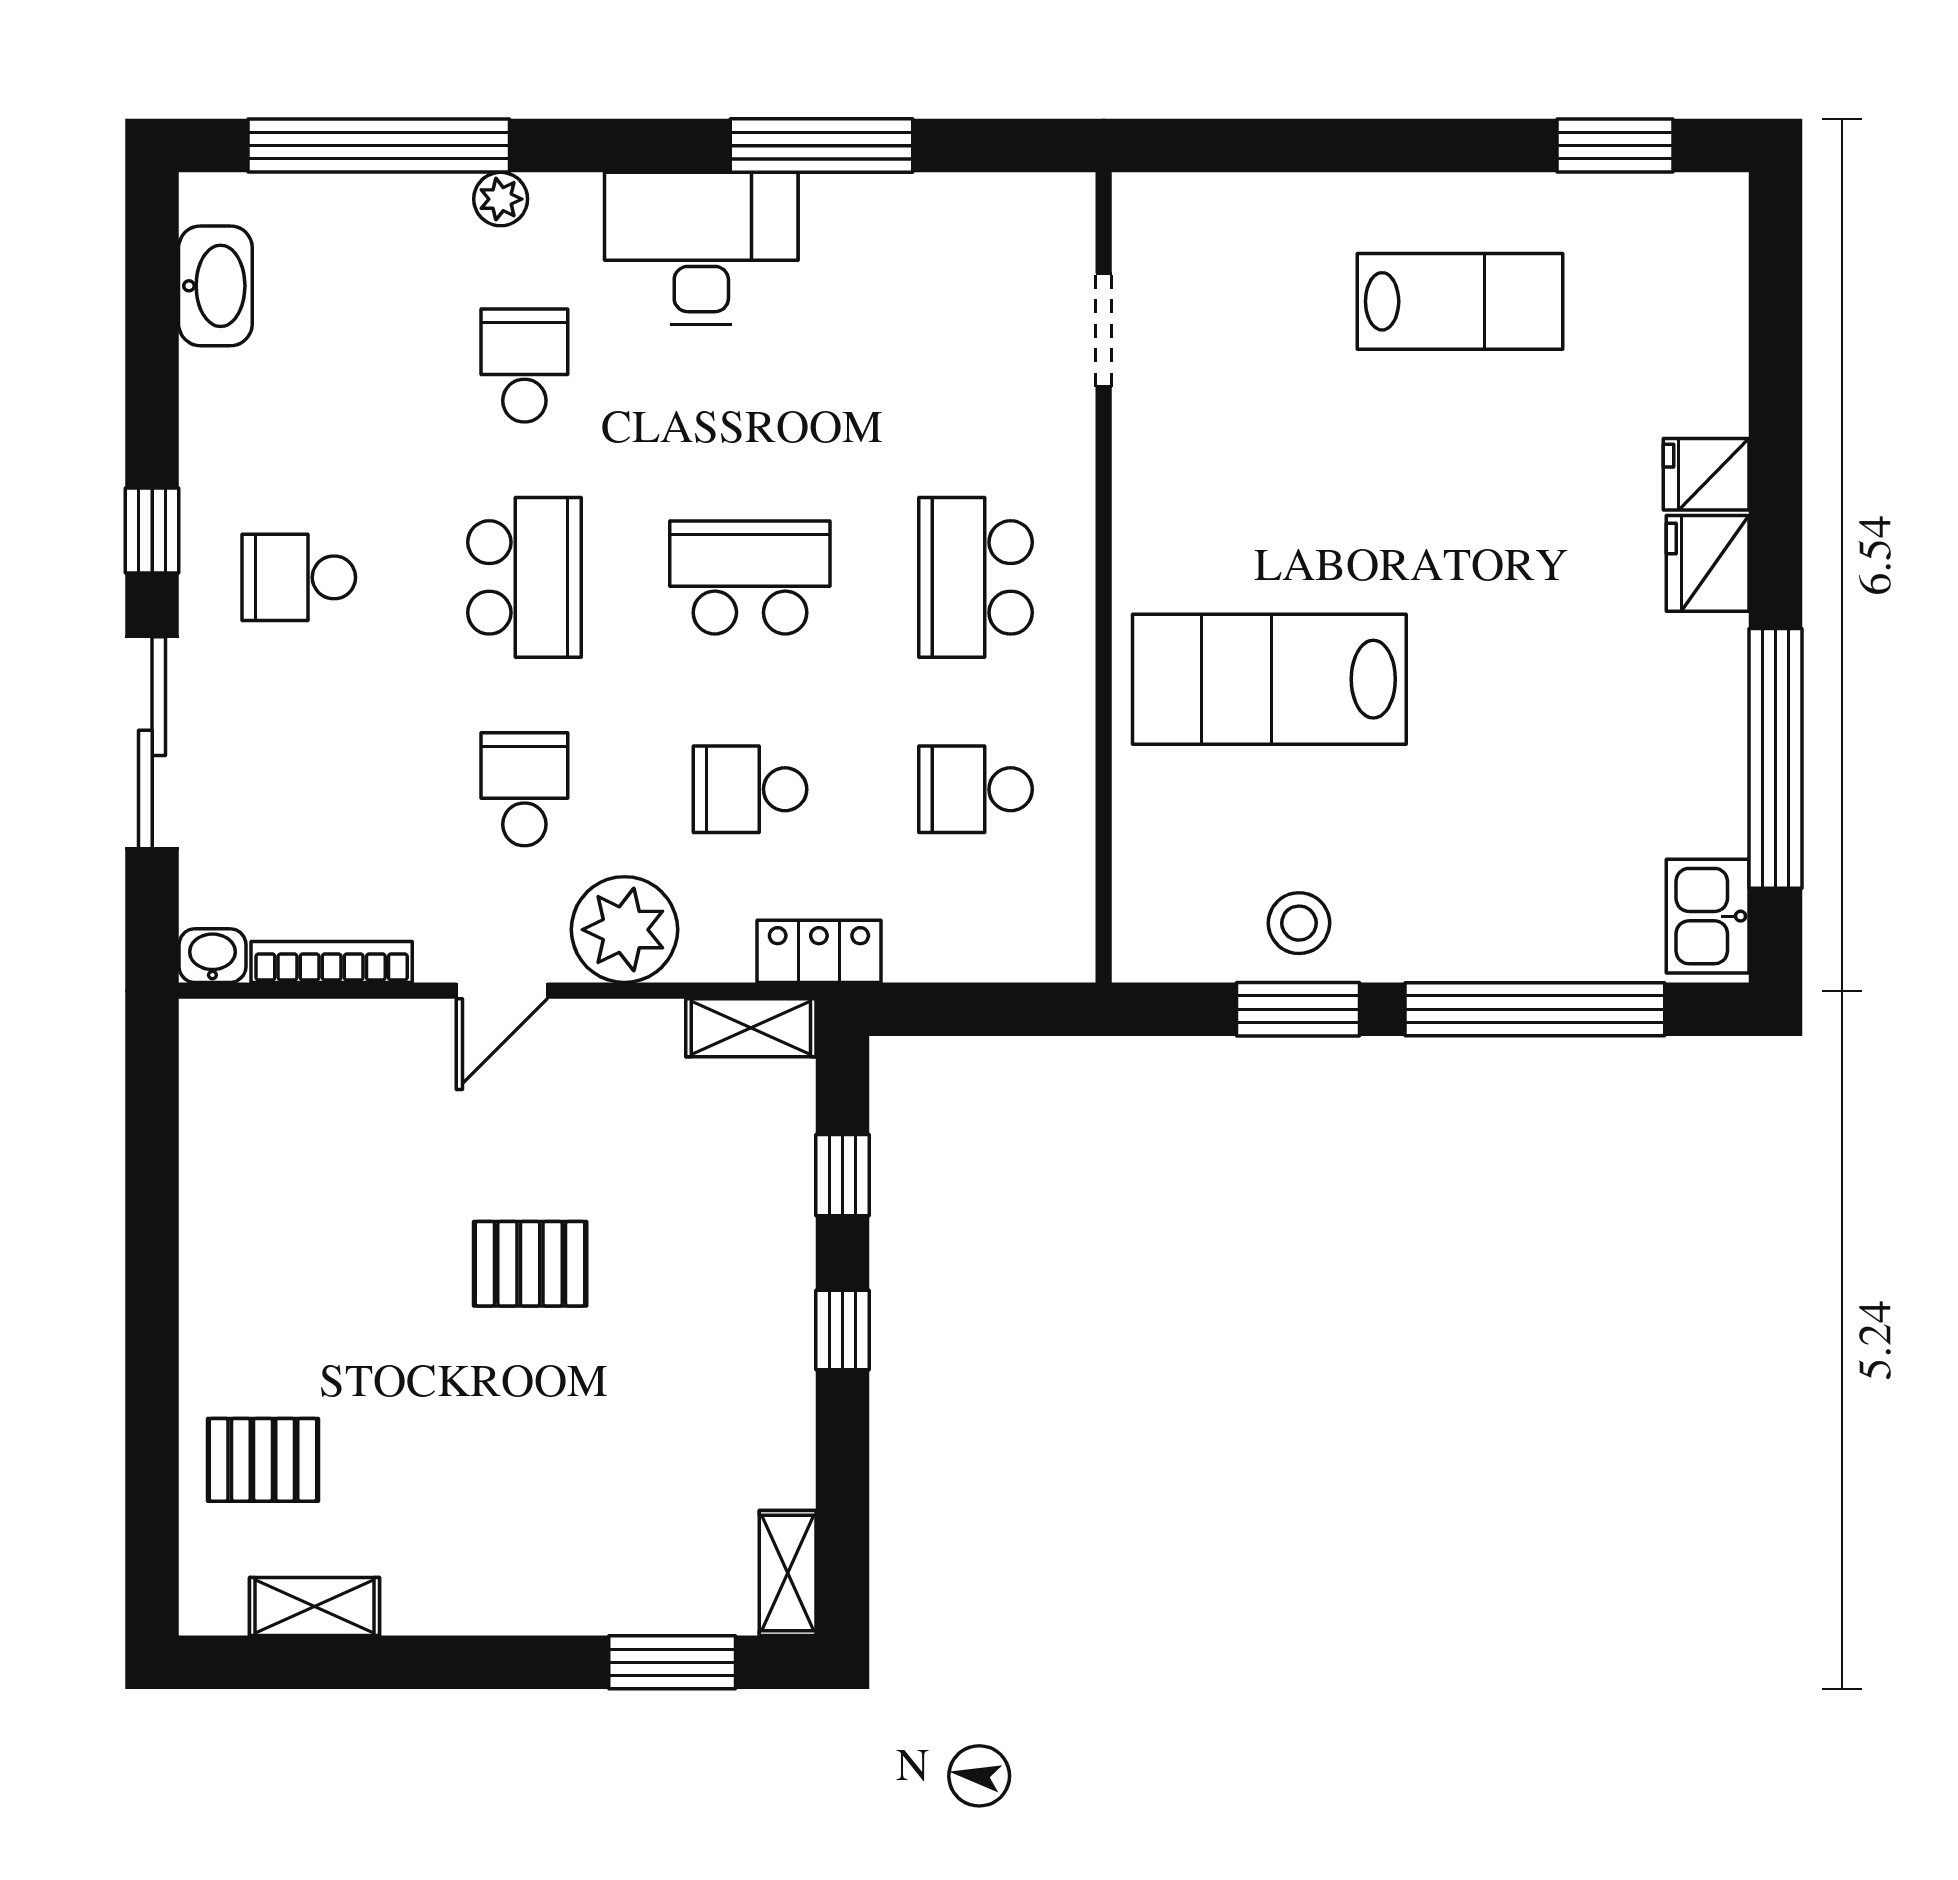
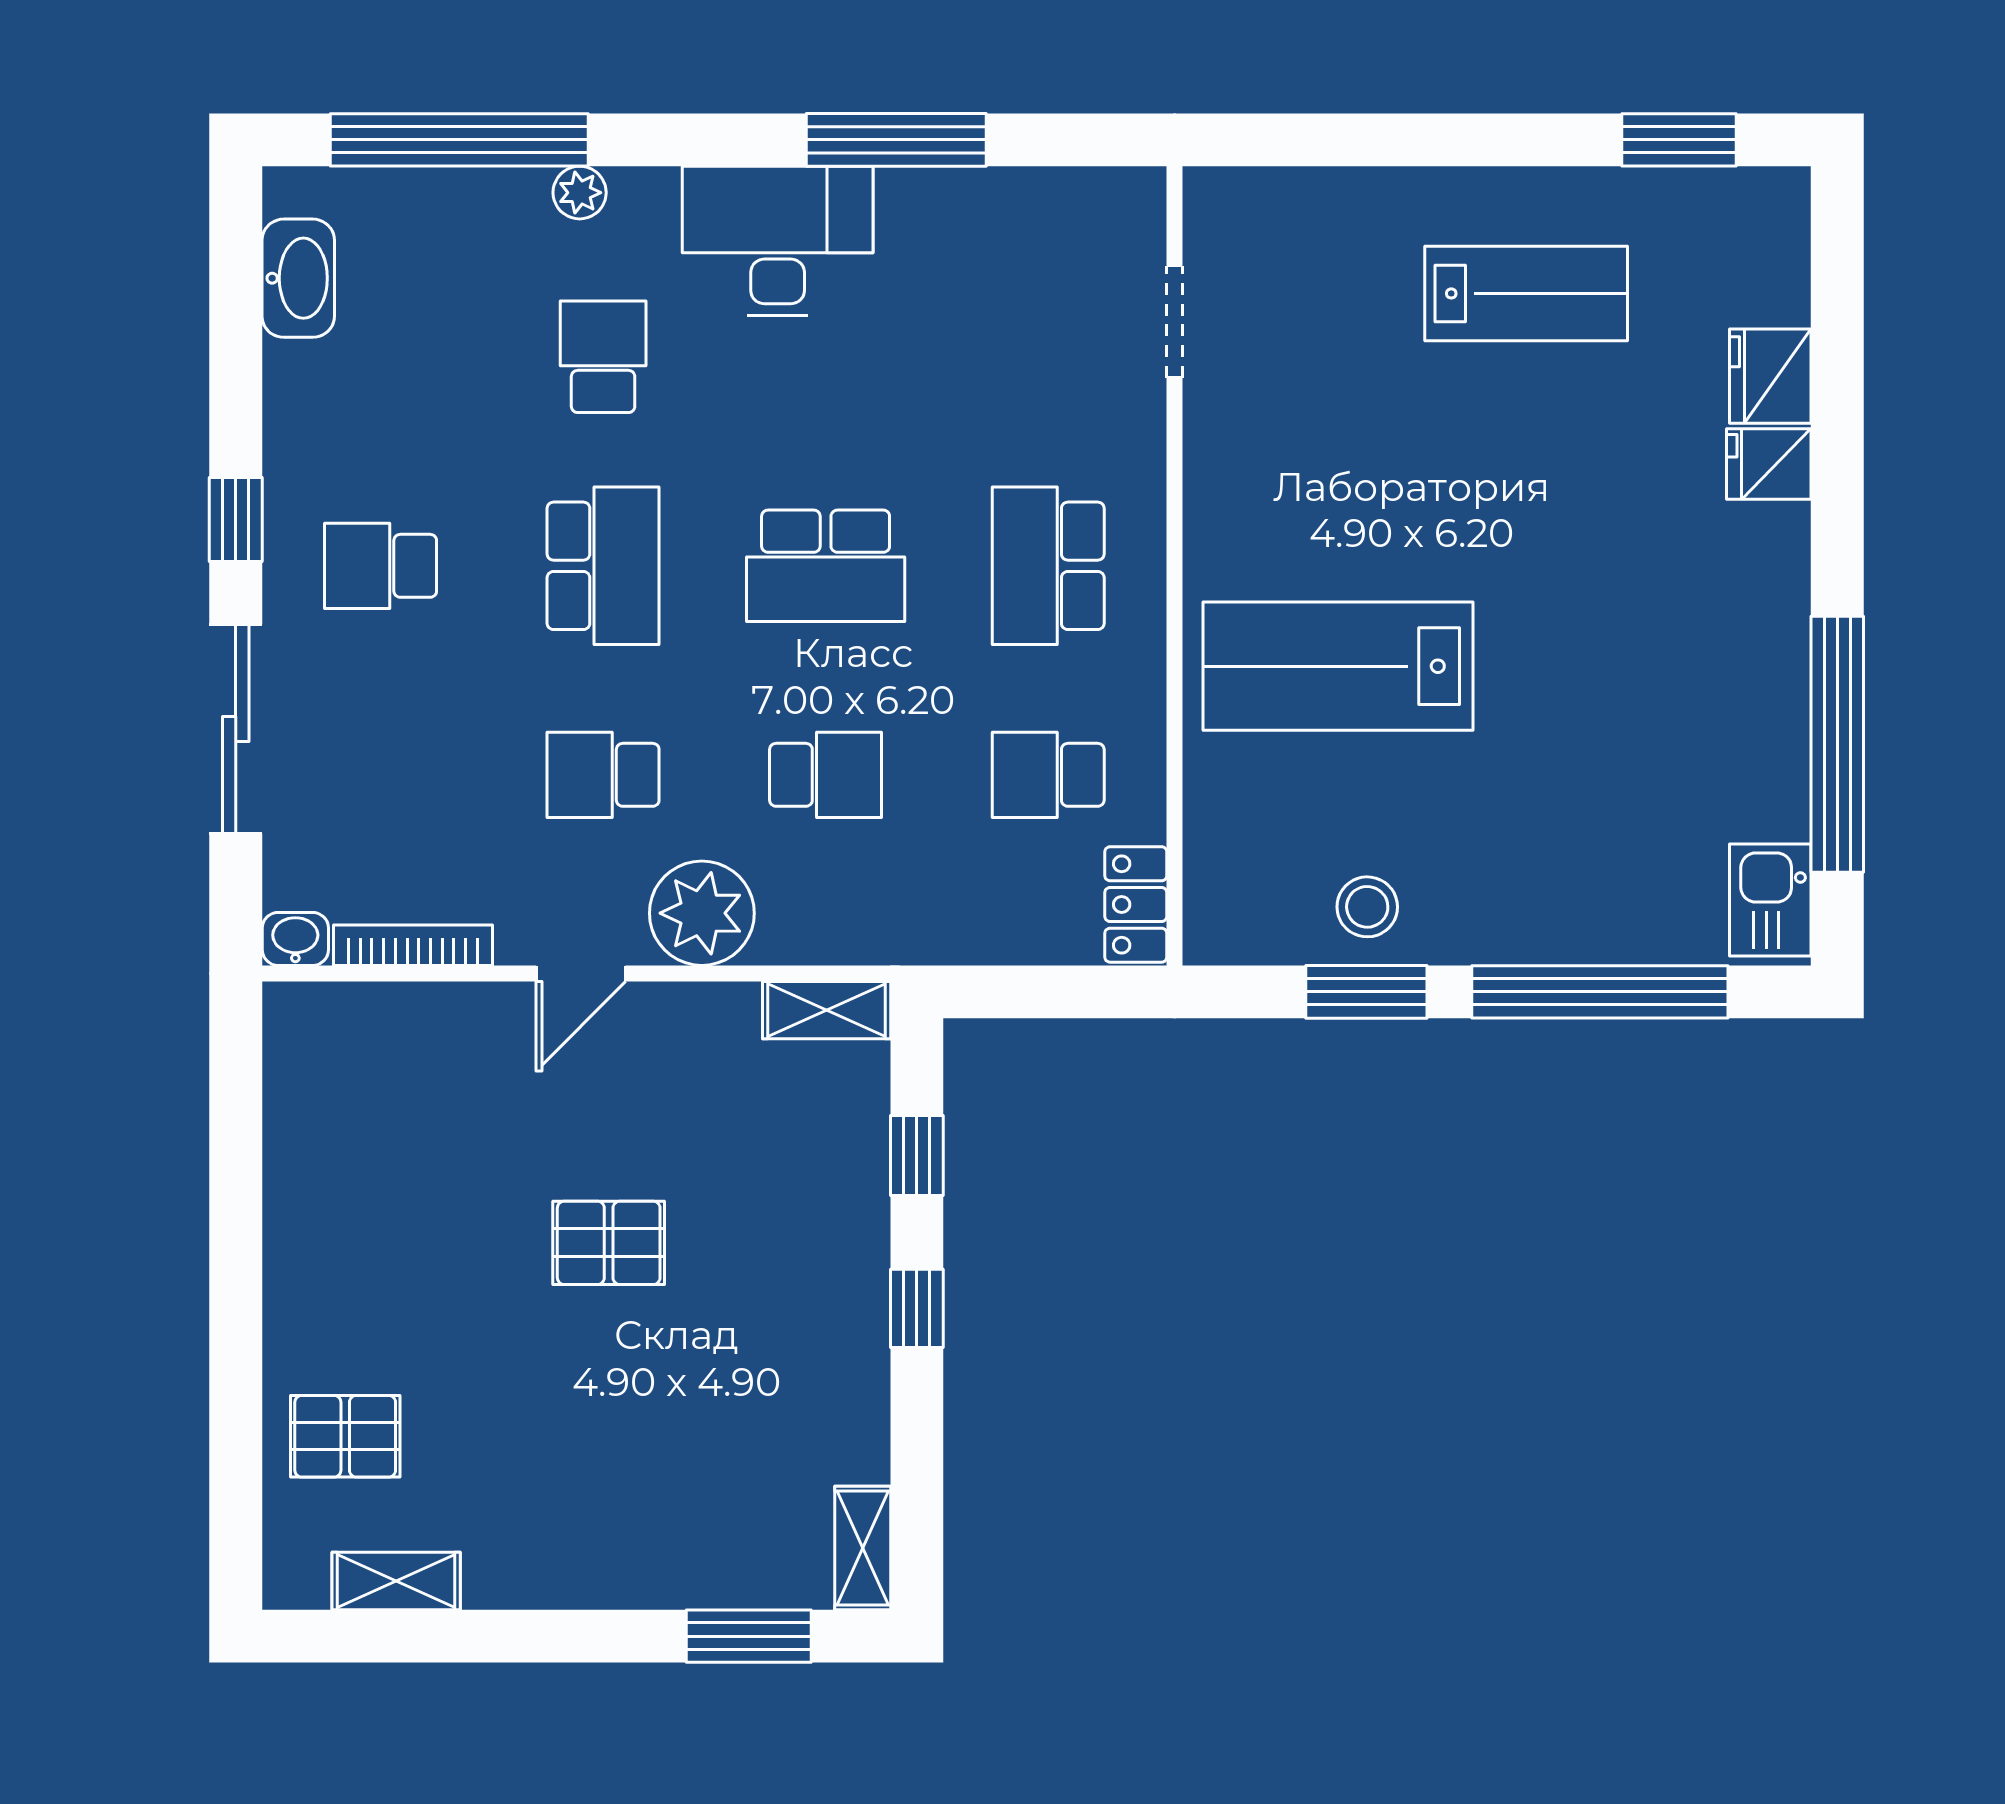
fridge: (1708, 563) -> (1770, 376), moved
school desk: (750, 577) -> (826, 566), turned 180
school desk: (524, 789) -> (603, 775), turned -90
school desk: (750, 789) -> (826, 775), turned 180
locker: (819, 951) -> (1136, 904), moved, turned -90

